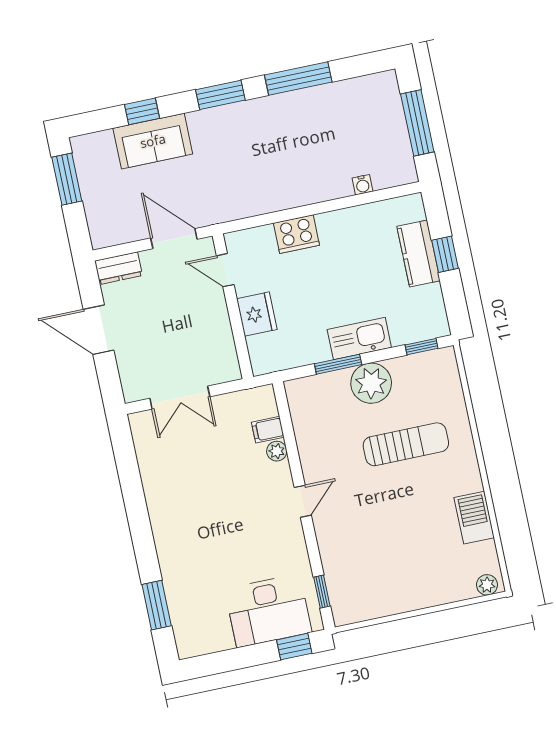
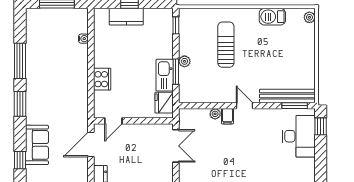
window: (142, 111) -> (20, 160), moved
fridge: (257, 314) -> (164, 103), moved, turned -90
kitchen sink: (359, 339) -> (165, 75), moved
plant: (371, 383) -> (184, 61), width x0.53, depth x0.53
double door: (180, 398) -> (176, 146), moved
filing cabinet: (268, 430) -> (227, 116), moved
bench: (337, 575) -> (287, 96), added
window: (322, 592) -> (295, 106), width x1.50

